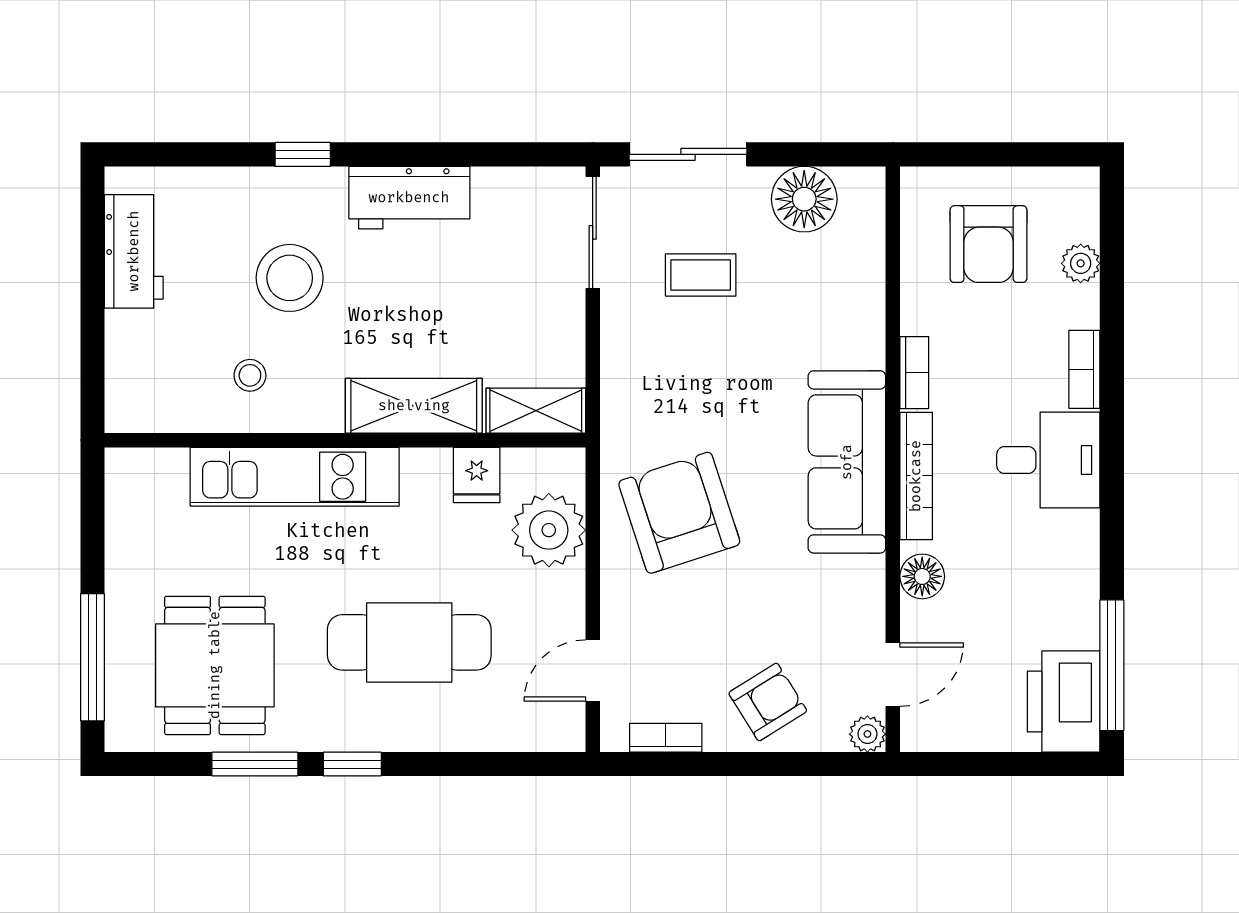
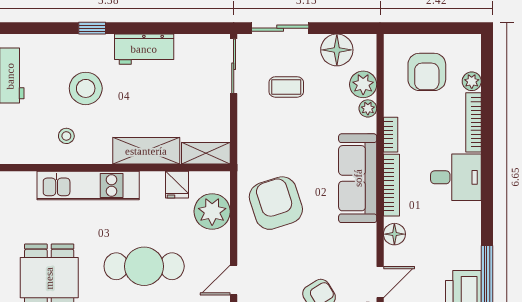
plant: (858, 270) -> (363, 84), added
plant: (868, 319) -> (368, 108), added
bookcase: (1084, 369) -> (474, 122), width x1.56

